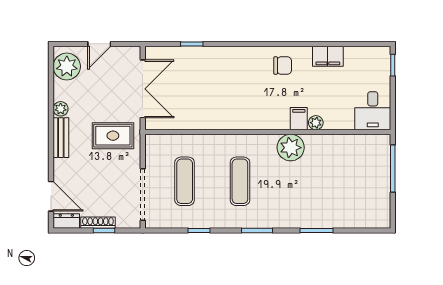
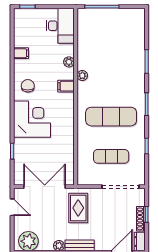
door: (99, 44) -> (12, 207), moved
filing cabinet: (328, 56) -> (21, 53), width x0.50
corner desk: (236, 71) -> (32, 119), added
desk: (373, 111) -> (60, 26), width x1.37
filing cabinet: (299, 119) -> (66, 86), moved
plant: (291, 148) -> (82, 76), width x0.53, depth x0.53
exercise mat: (240, 181) -> (111, 117), width x1.36, depth x1.45

